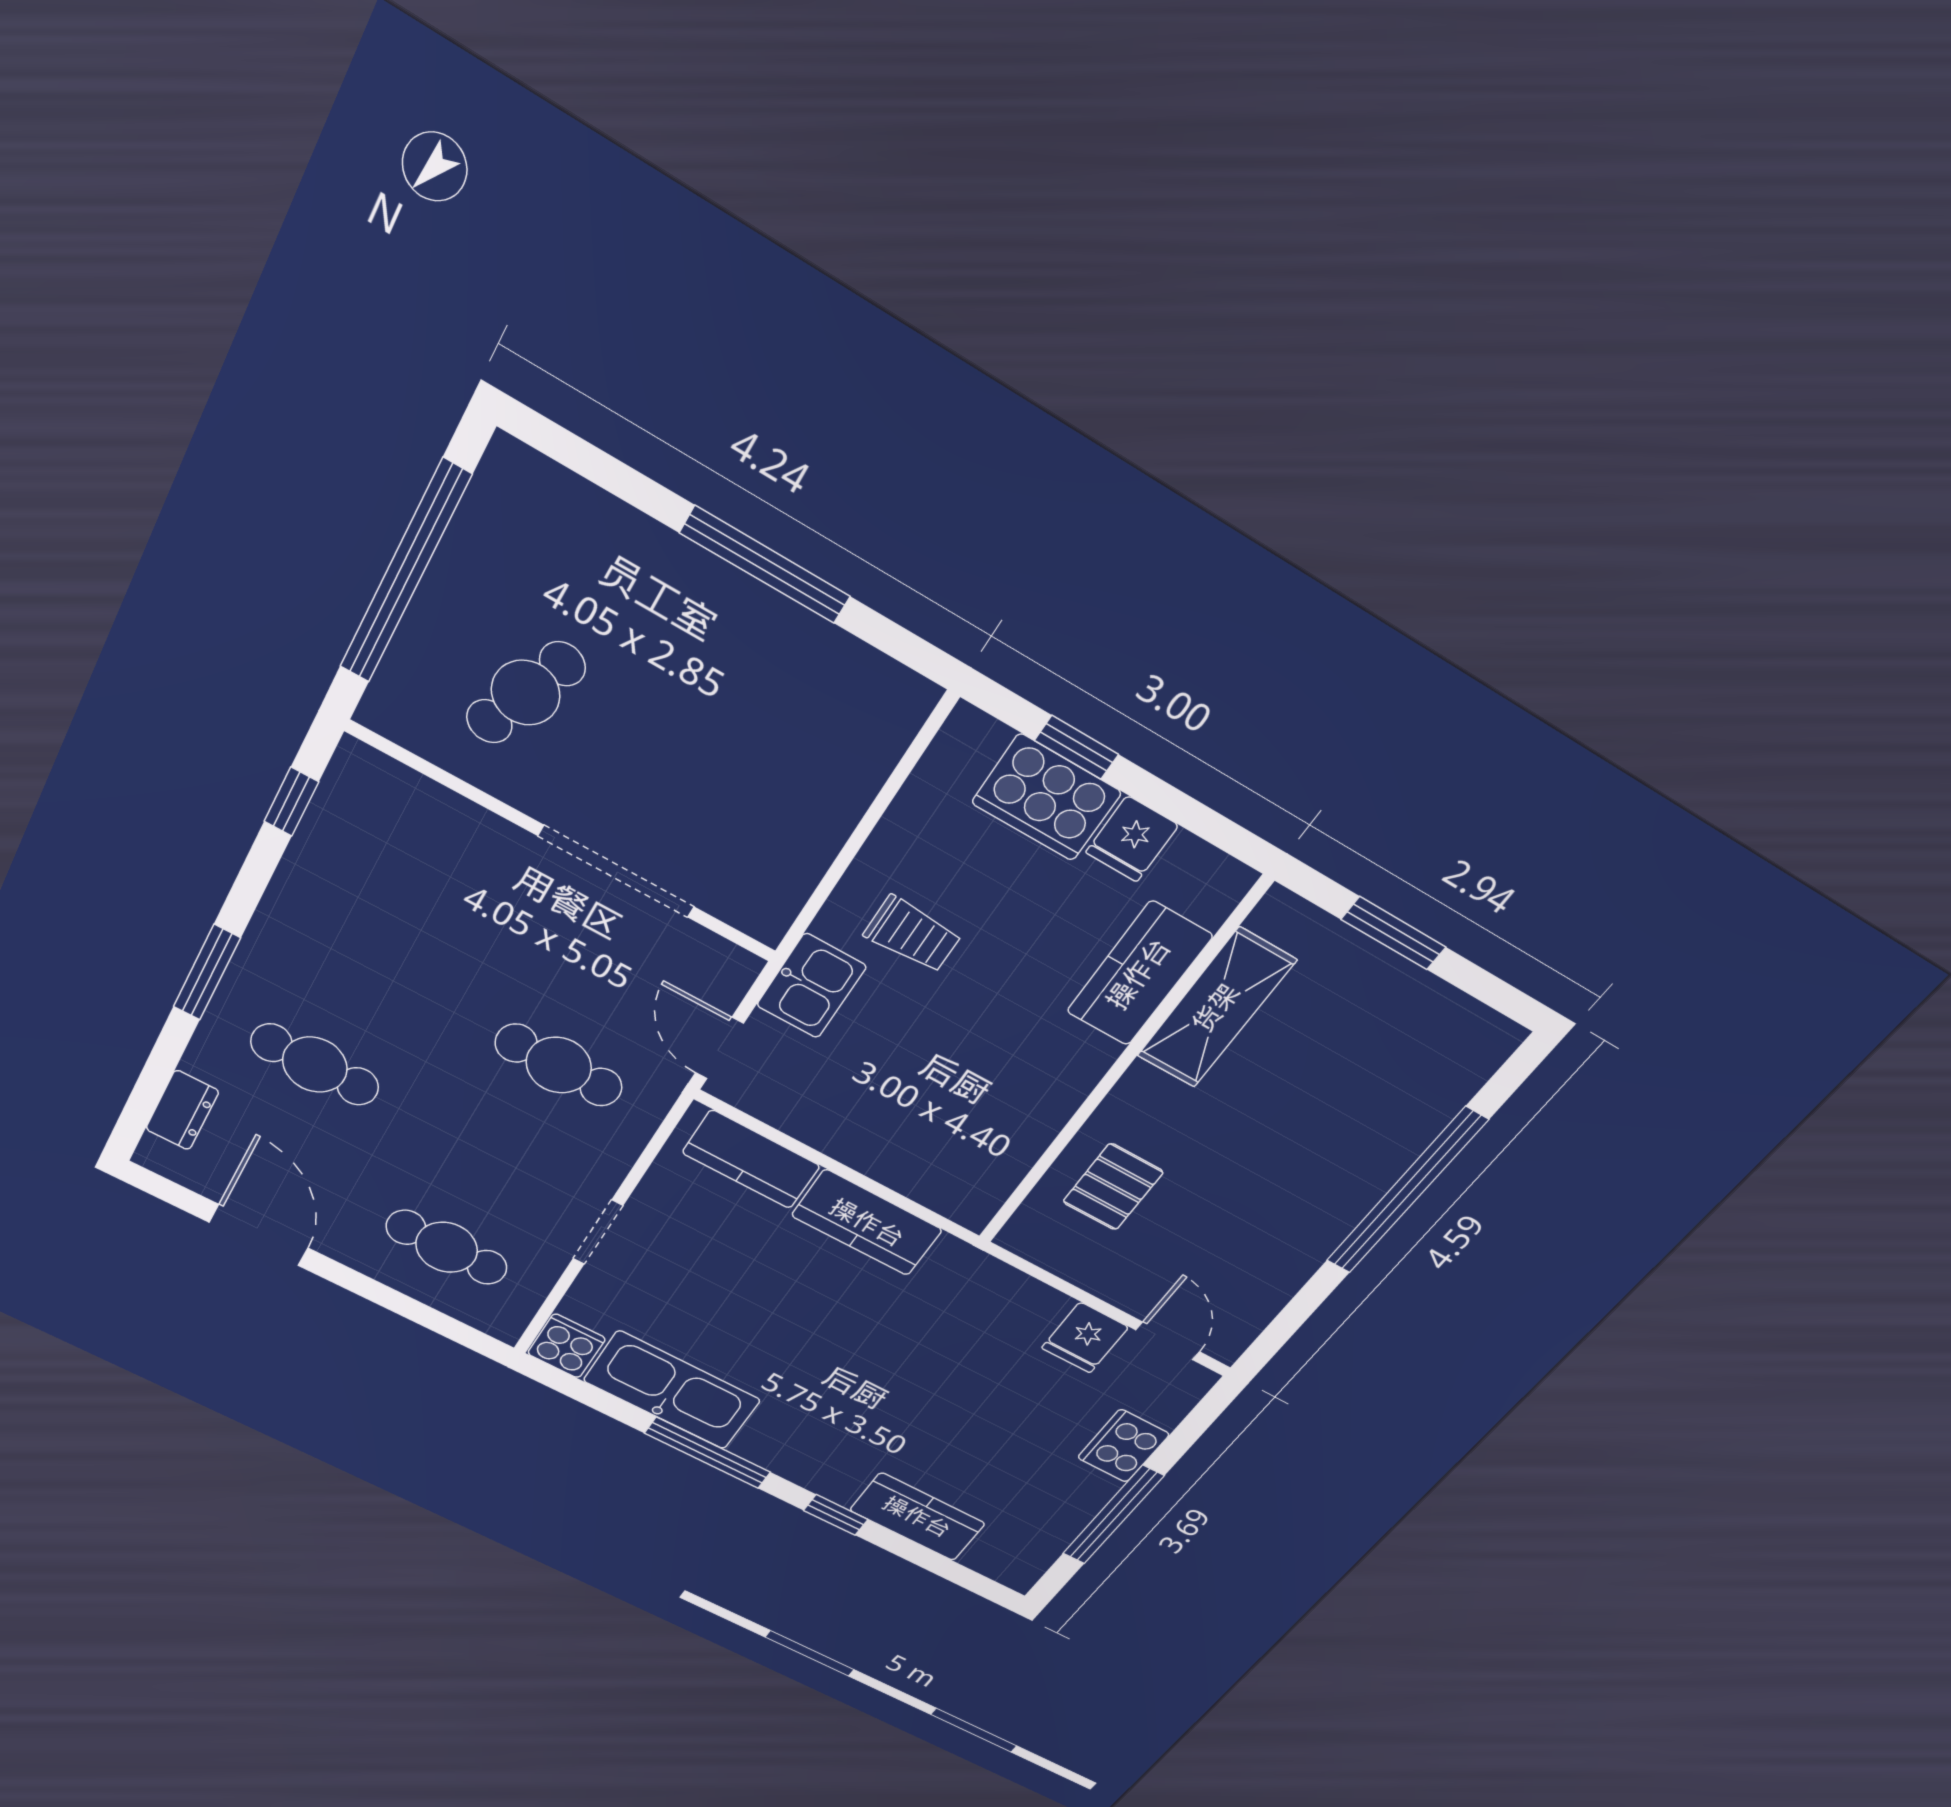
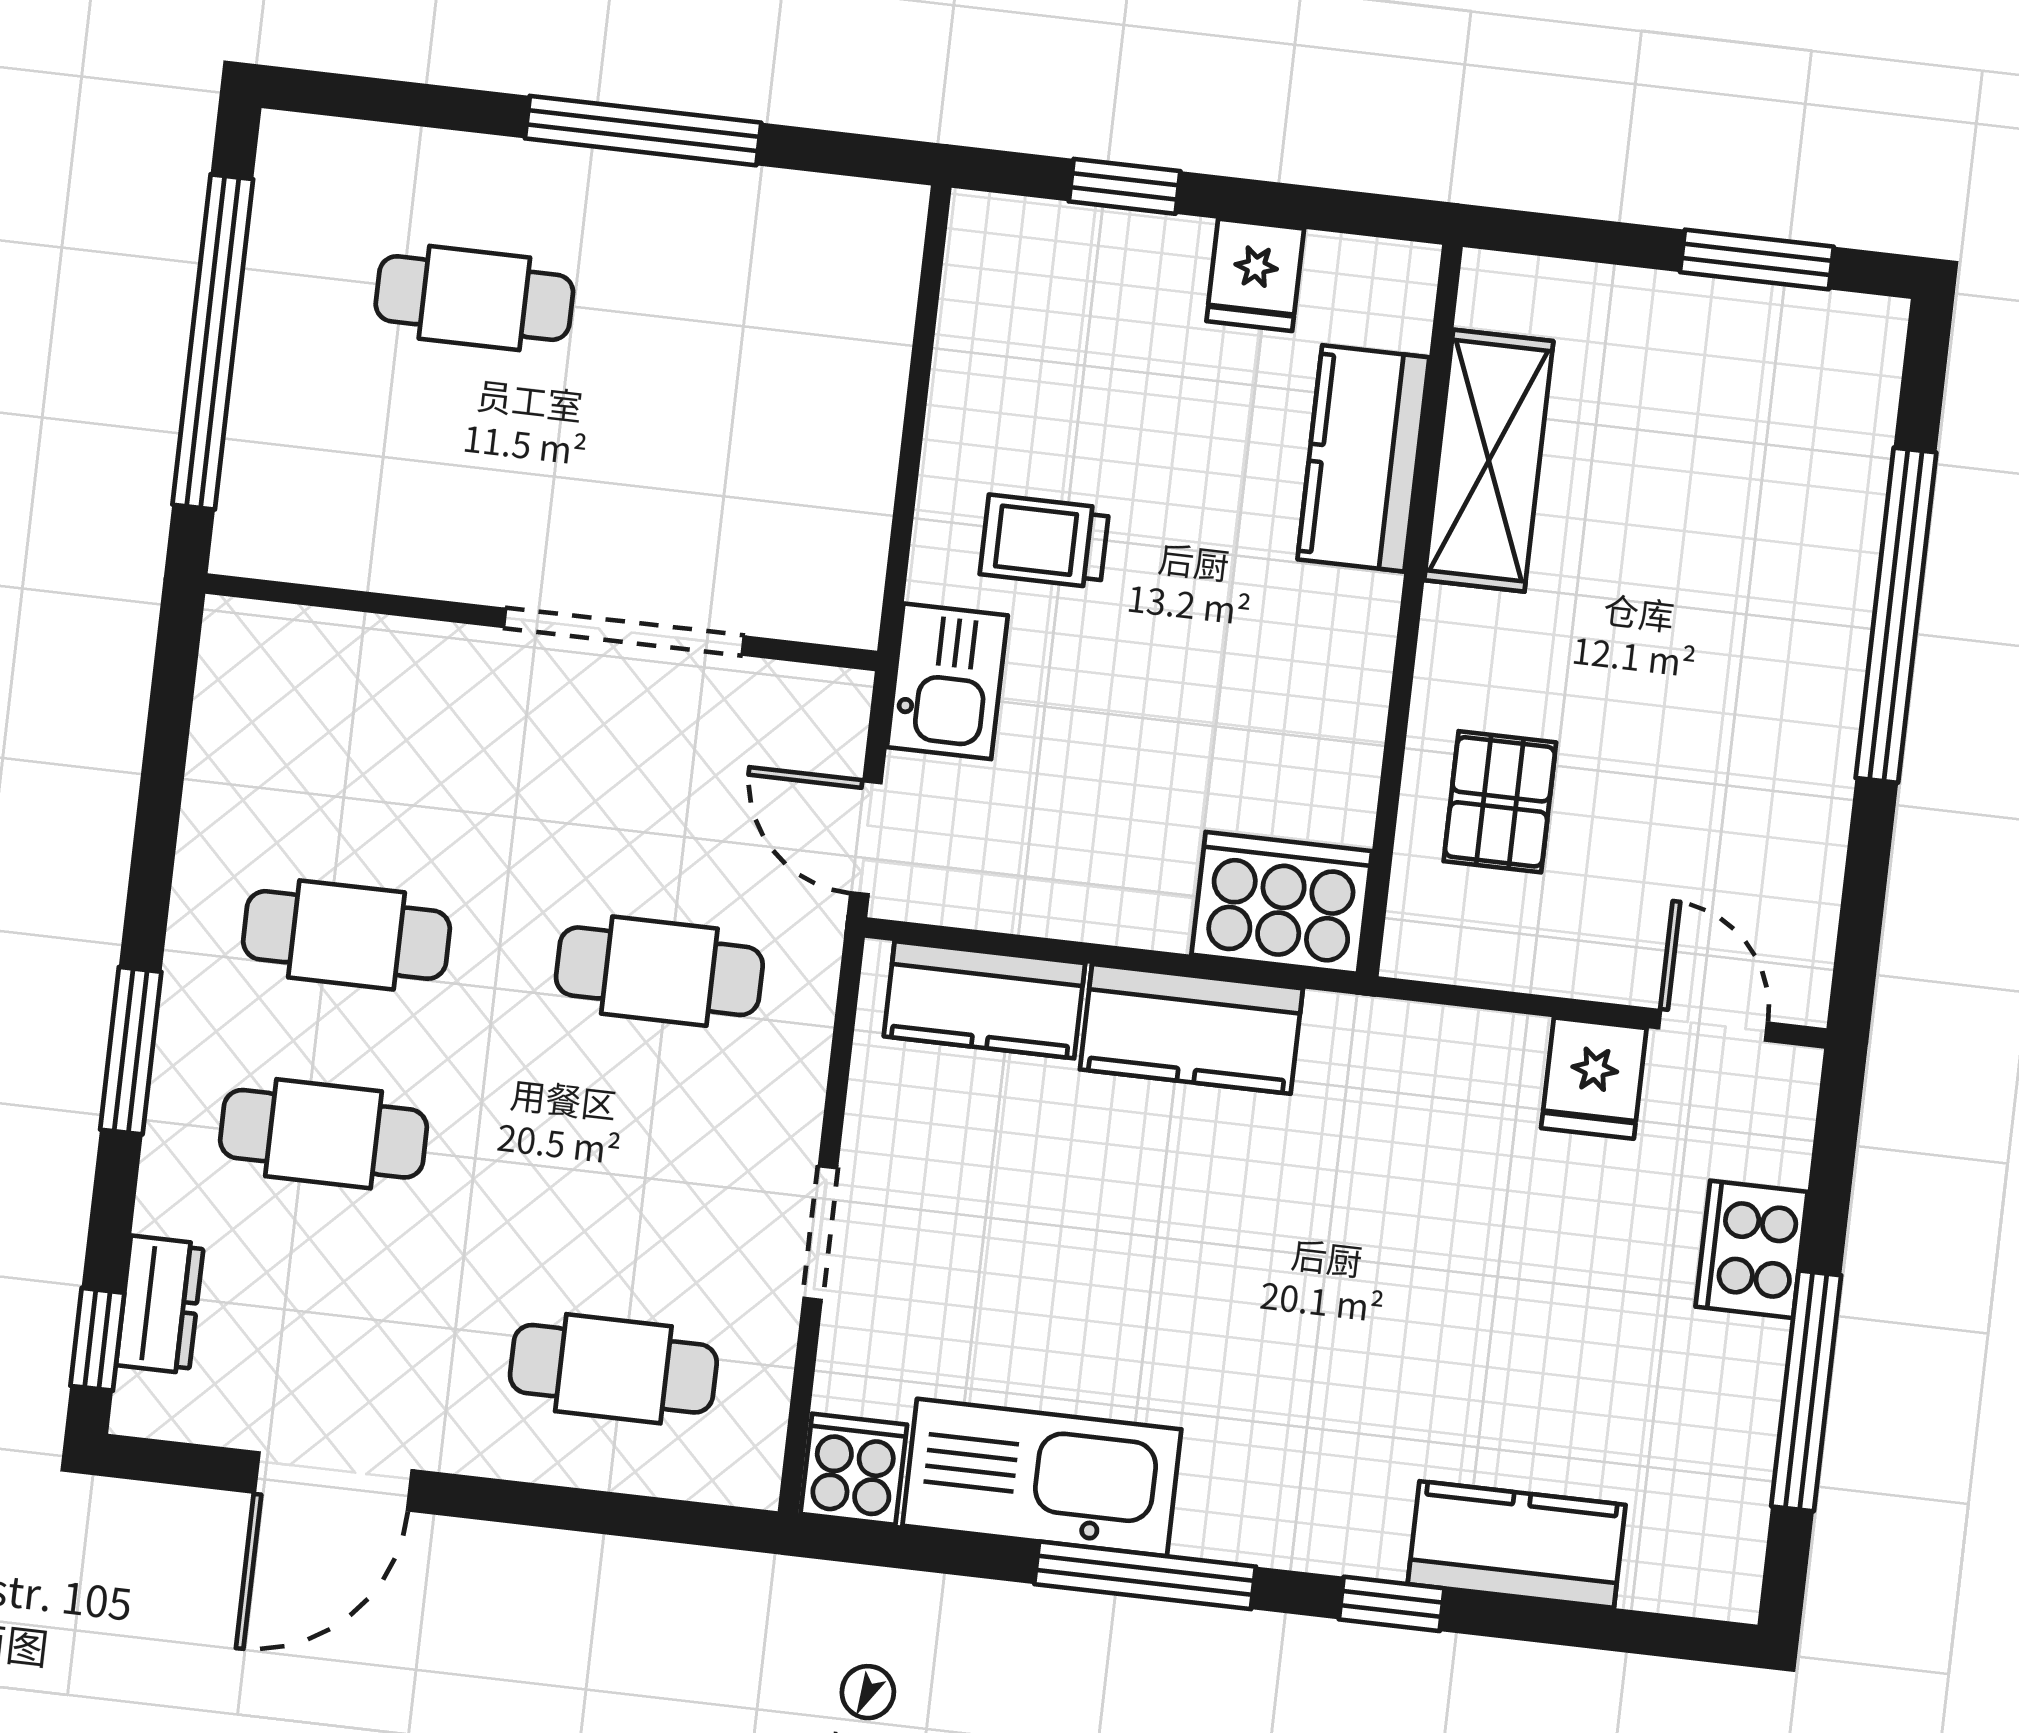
cafe table: (526, 693) -> (474, 298), moved, turned 69
cooker: (1046, 798) -> (1282, 903), moved, turned 180
window: (291, 802) -> (97, 1339), moved
window: (1394, 933) -> (1757, 259), moved
trolley: (913, 934) -> (1044, 541), turned 180
cafe table: (368, 966) -> (347, 935), added
door: (259, 1235) -> (333, 1481), swing flipped

